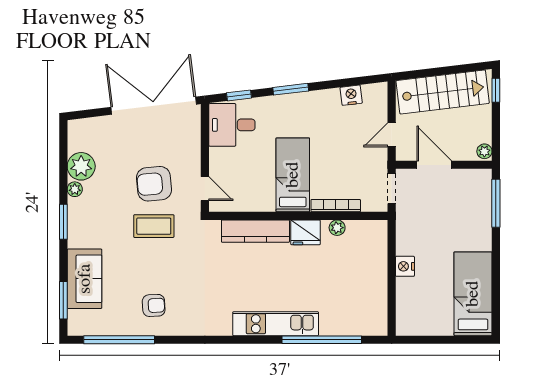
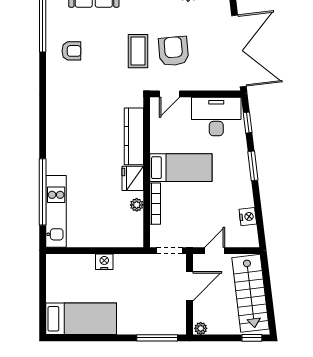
desk: (232, 125) -> (216, 117), width x1.37
door: (392, 135) -> (215, 251), hinge flipped
armchair: (154, 305) -> (71, 51), turned -87
kitchen unit: (276, 324) -> (56, 211), moved

